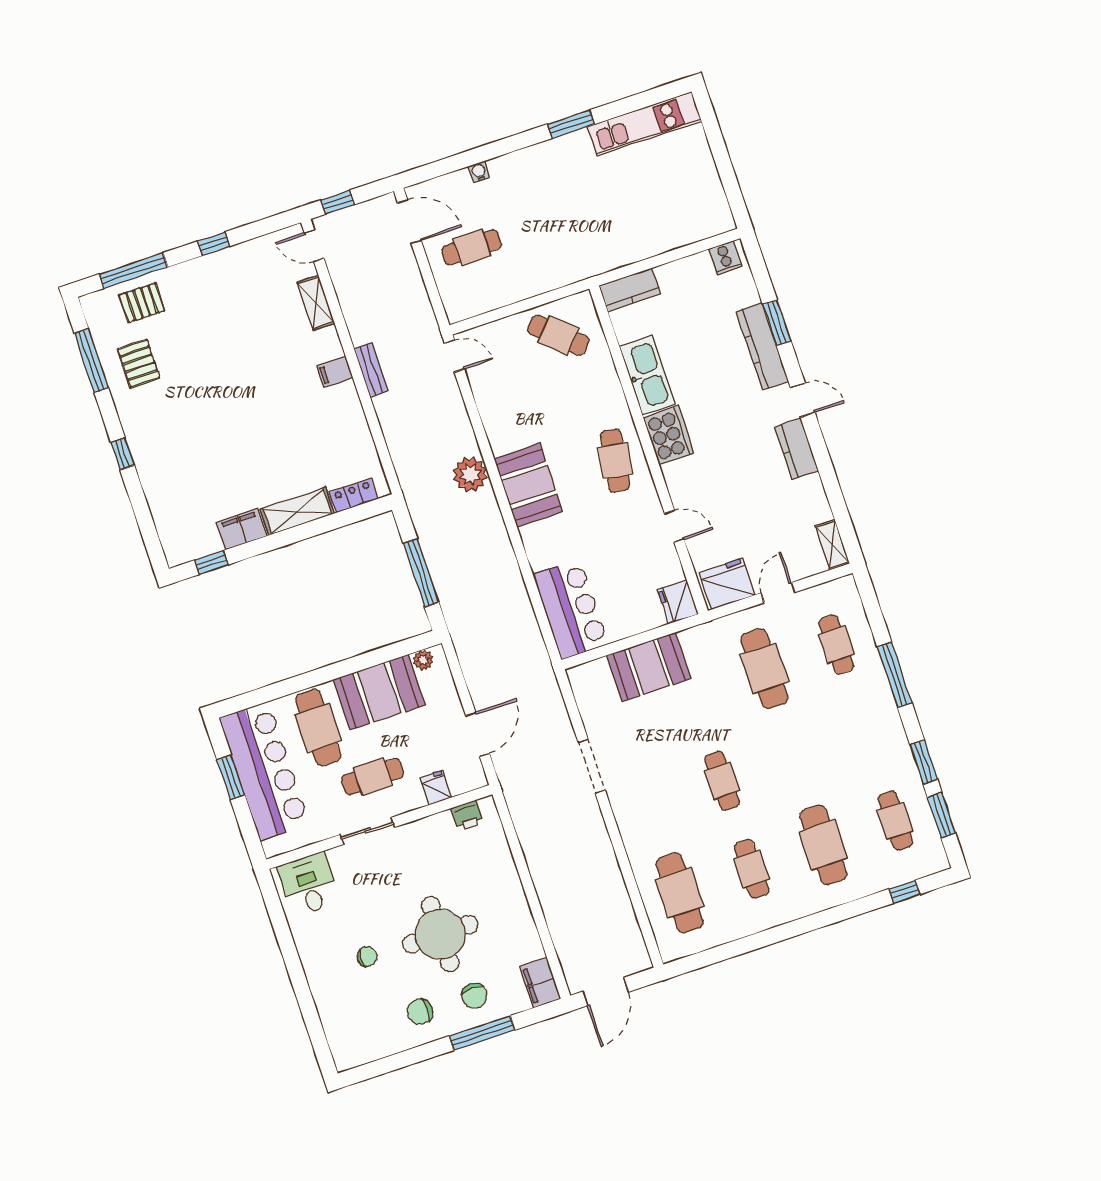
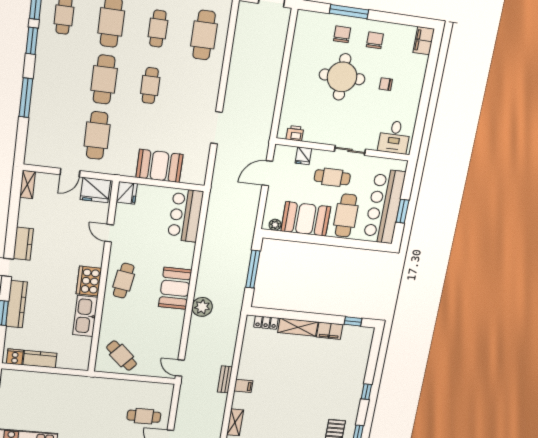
kitchen counter: (630, 290) -> (40, 359), moved
cafe table: (836, 645) -> (104, 79), moved, width x1.37, depth x1.35
filing cabinet: (540, 983) -> (424, 41), moved, turned 180
chair: (420, 1012) -> (375, 40), turned -90

